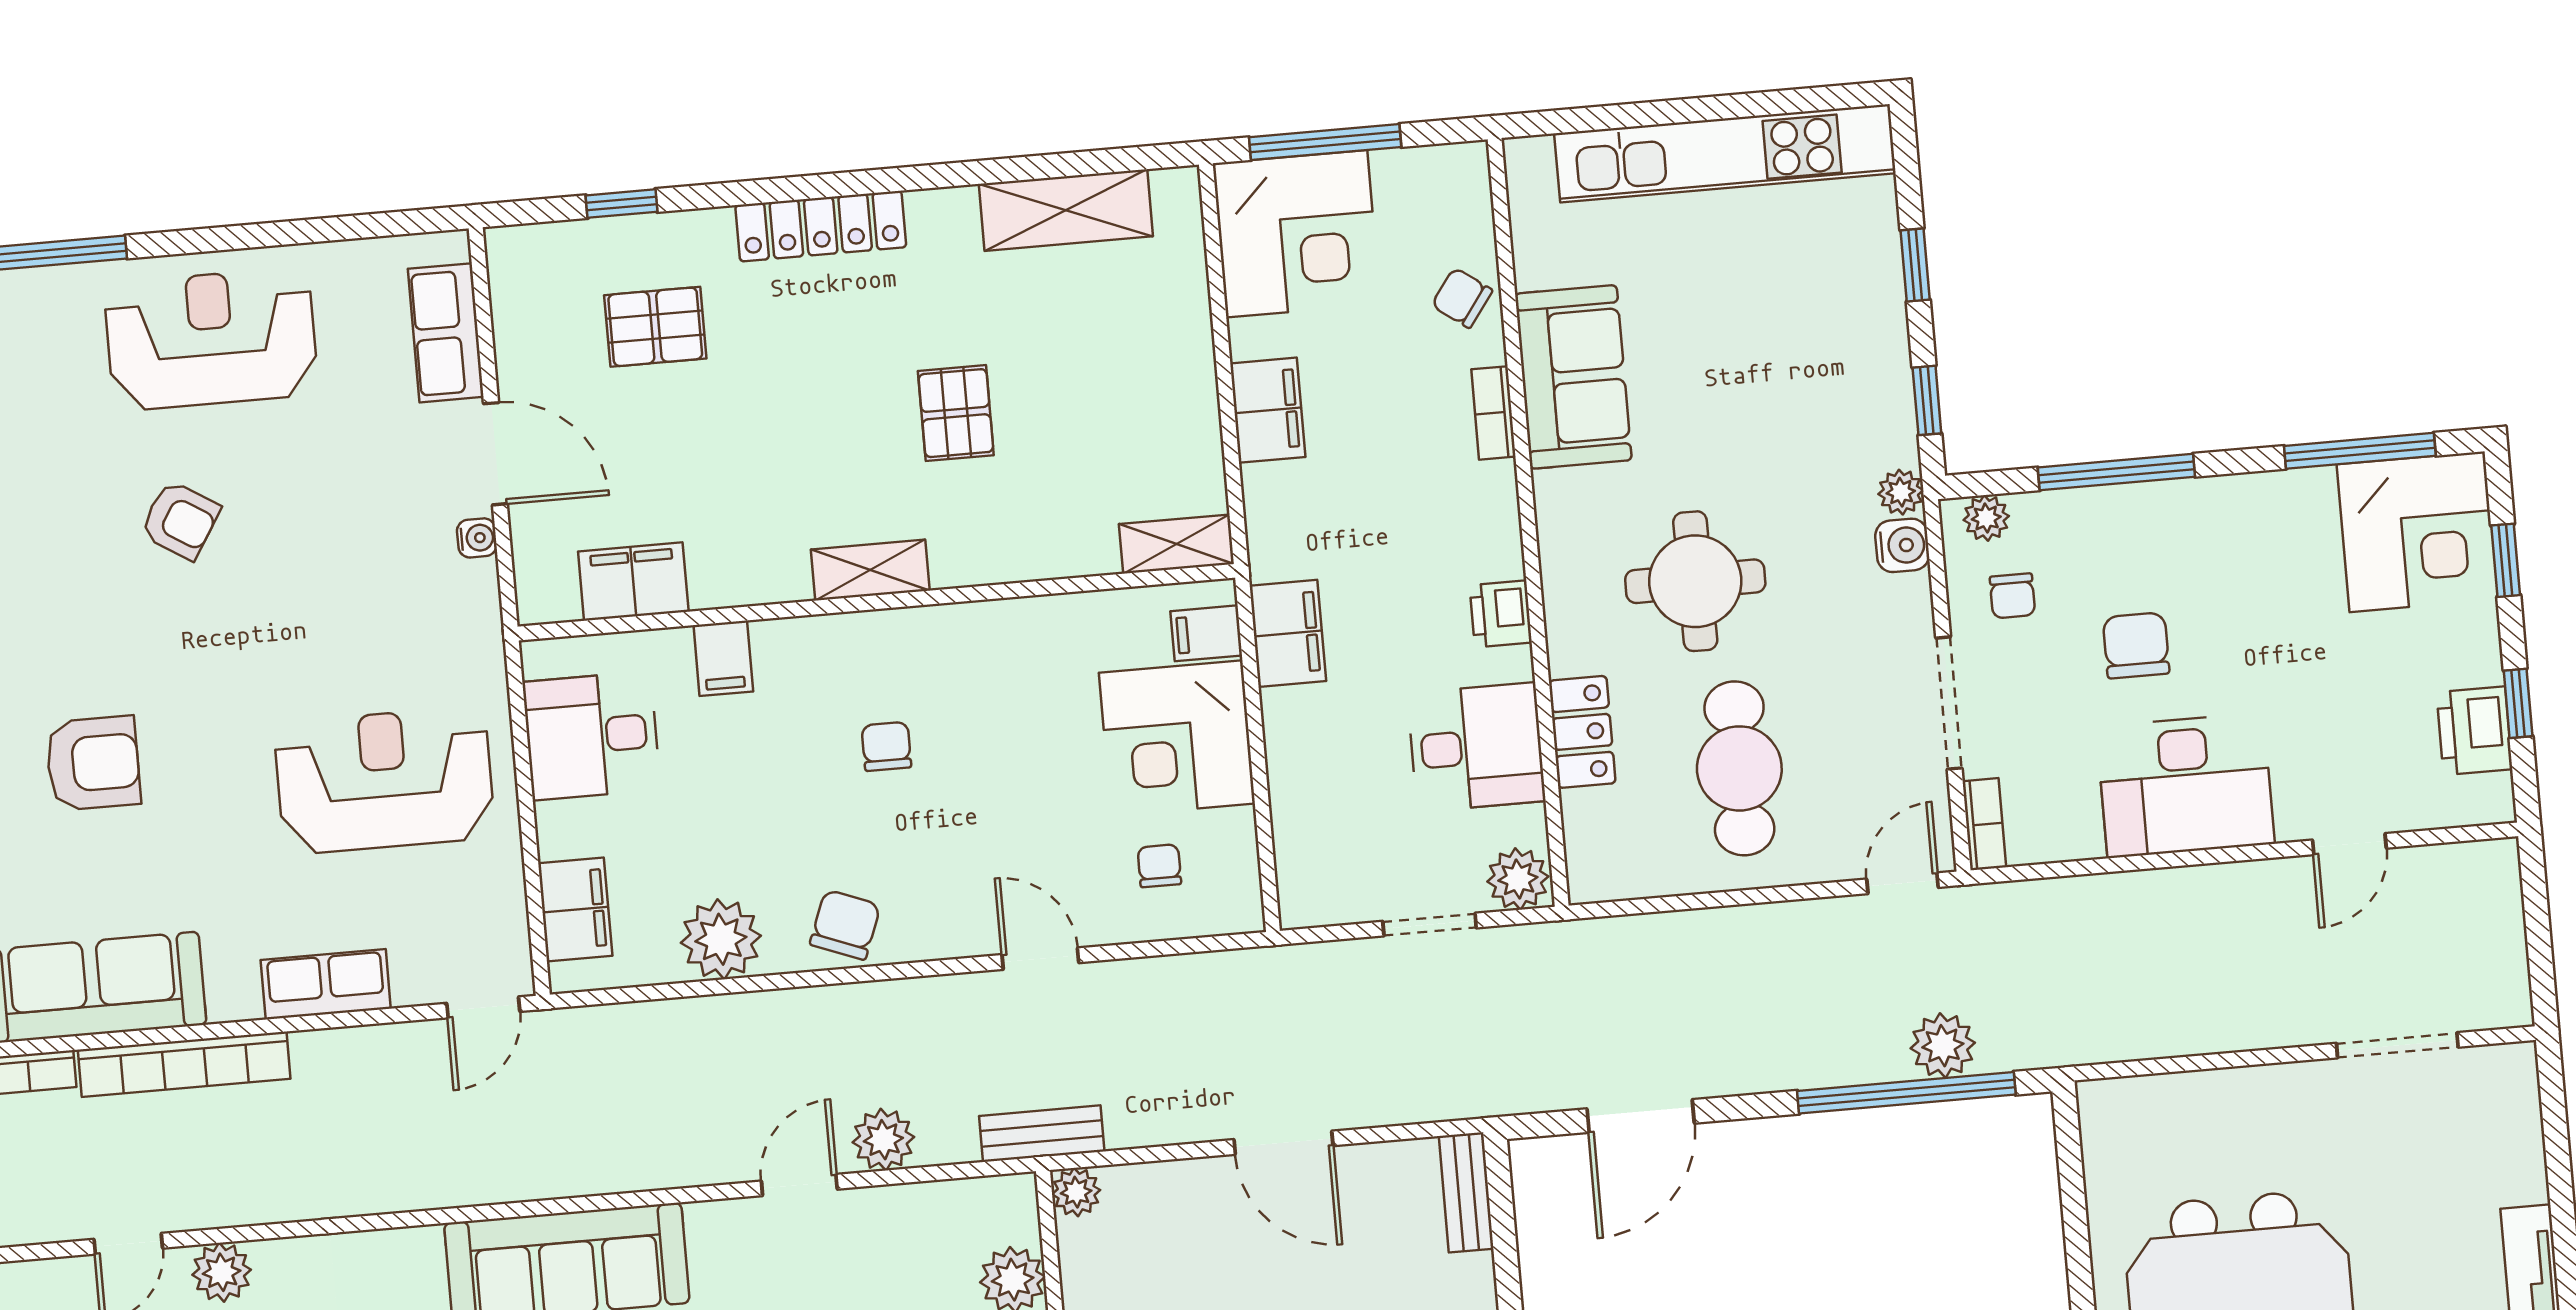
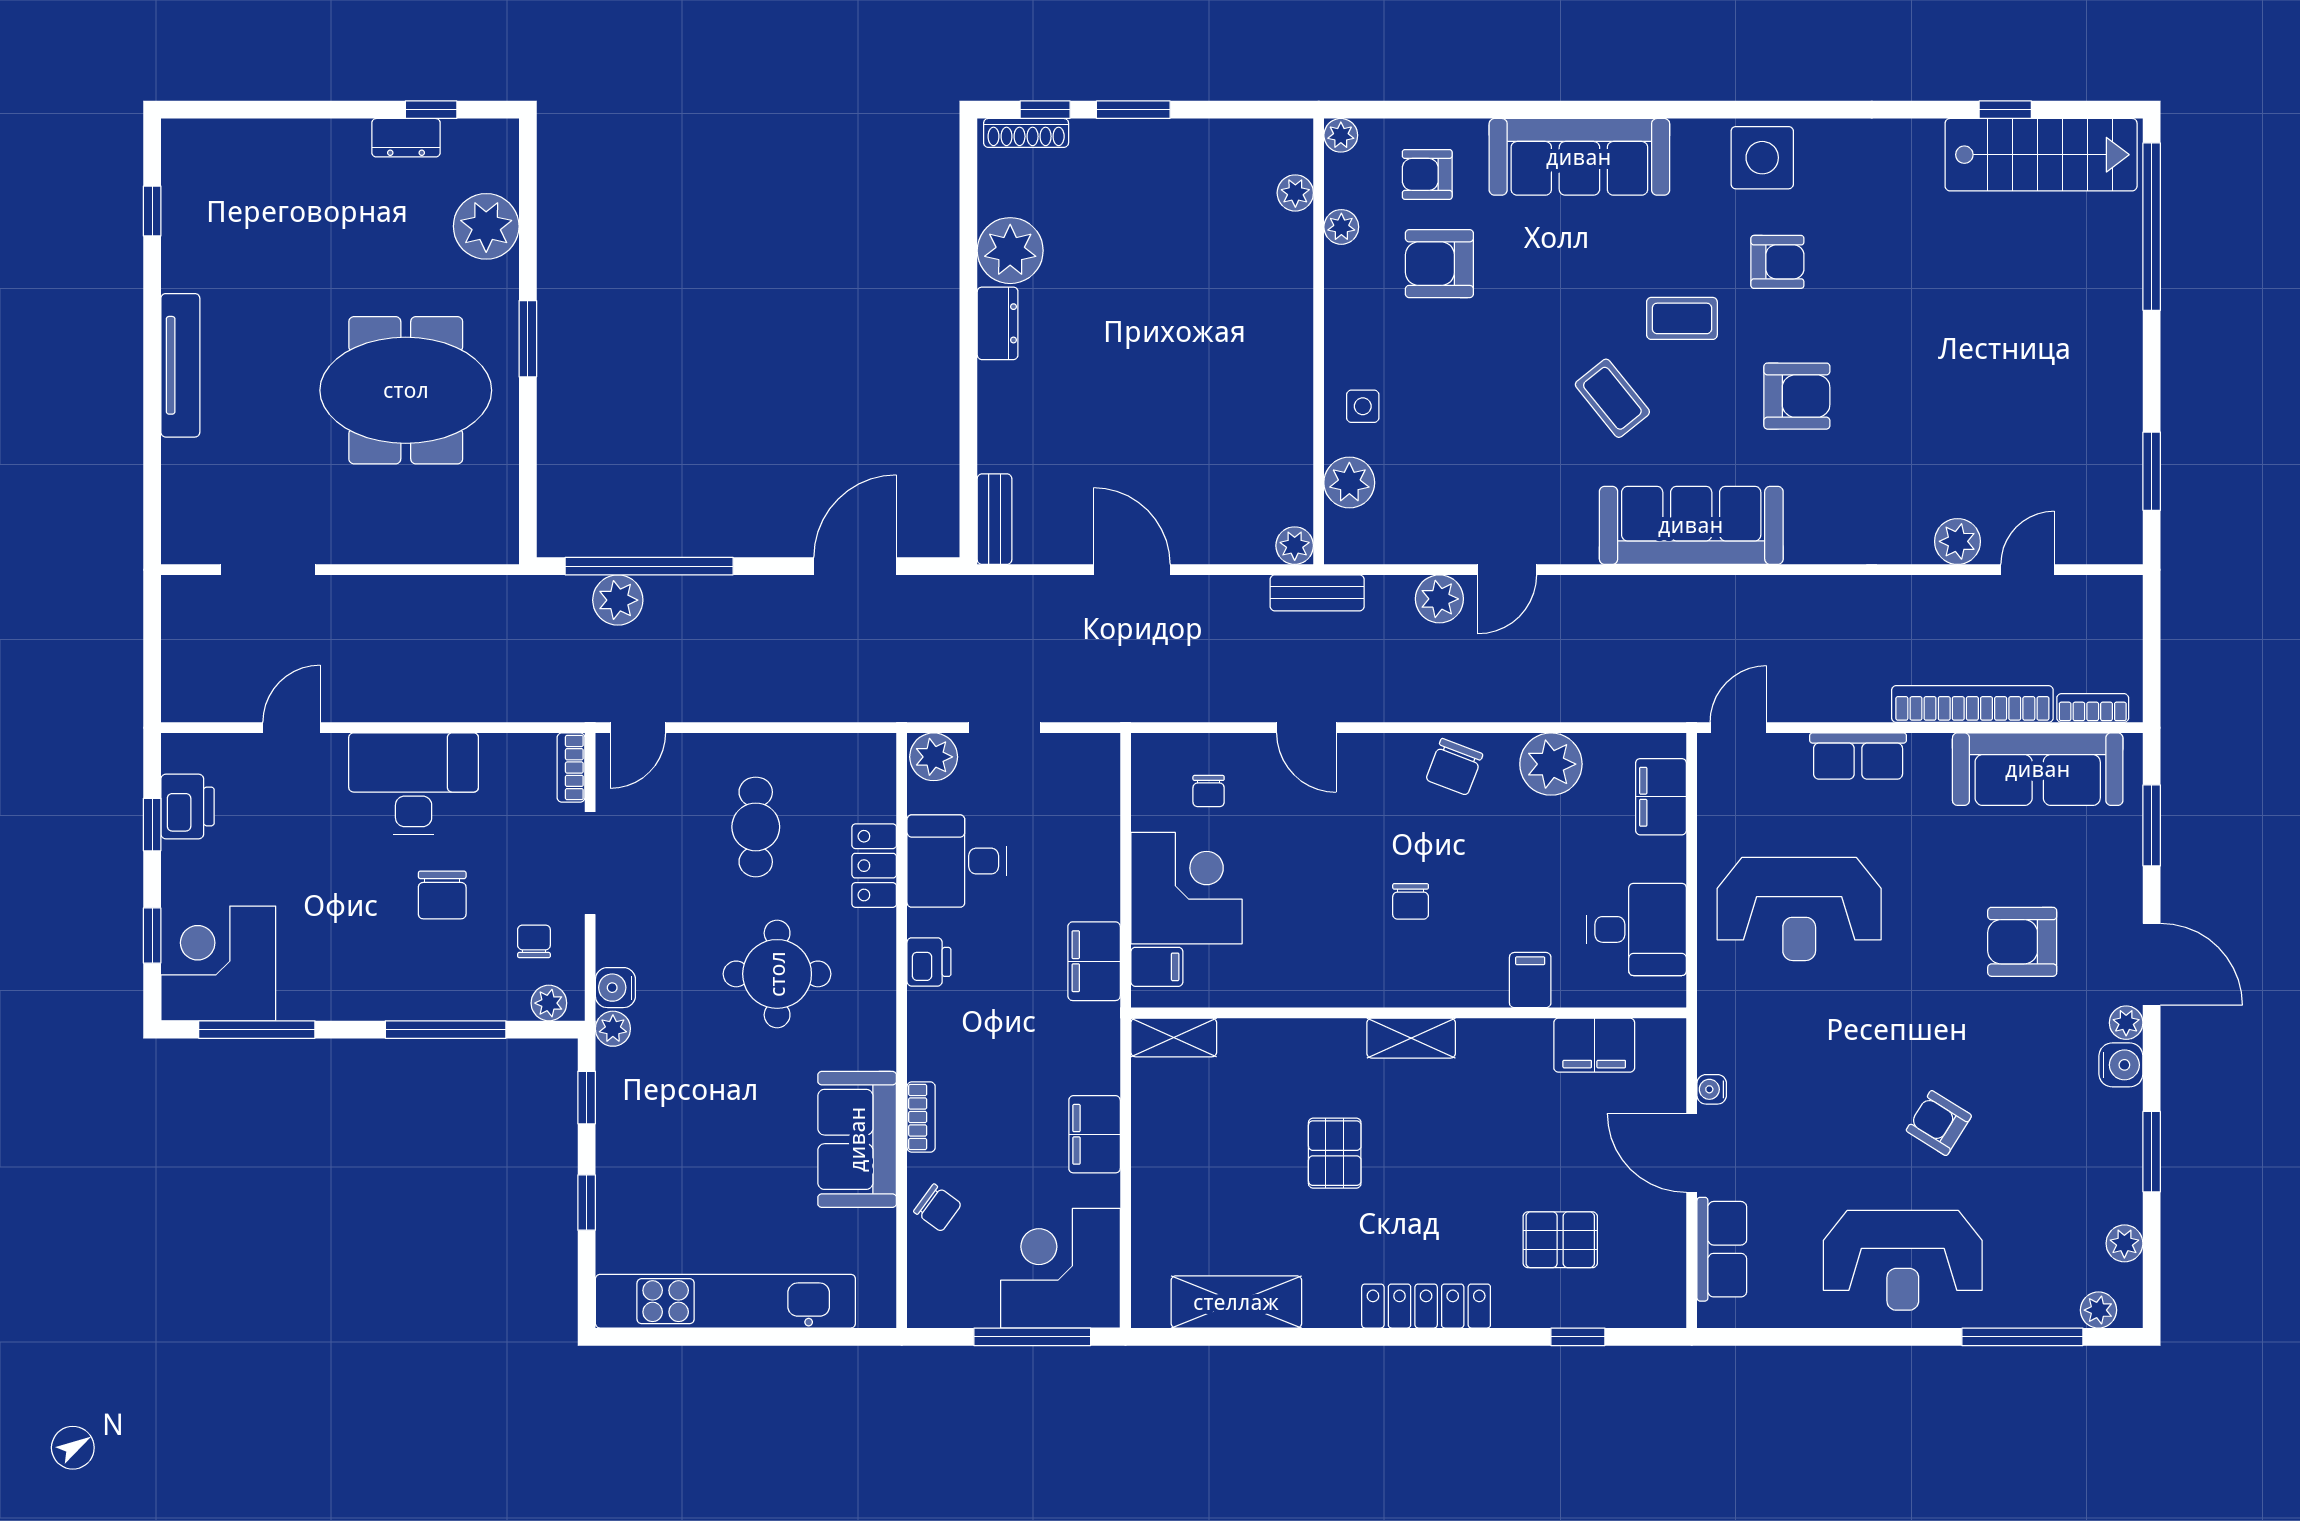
cafe table: (1739, 768) -> (756, 827), width x0.73, depth x0.74

